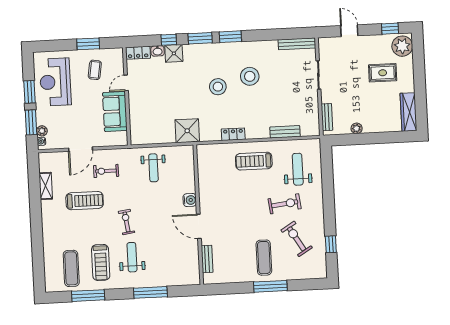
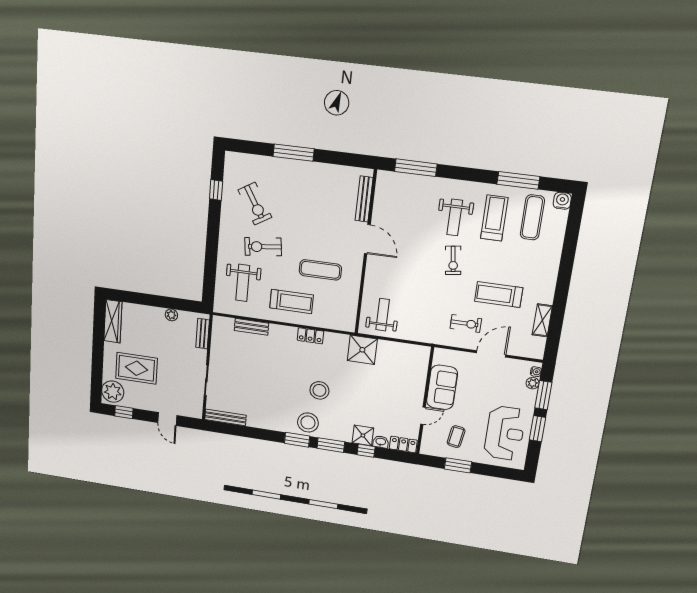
rug: (383, 73) -> (137, 368), width x1.36, depth x1.43
stool: (250, 76) -> (308, 422), moved
weight bench: (153, 168) -> (383, 315), moved
water cooler: (190, 200) -> (562, 201), moved, turned 90
exercise mat: (264, 258) -> (320, 270), moved, turned 90
bench: (207, 259) -> (364, 199), width x1.36
window: (150, 292) -> (416, 168), moved

